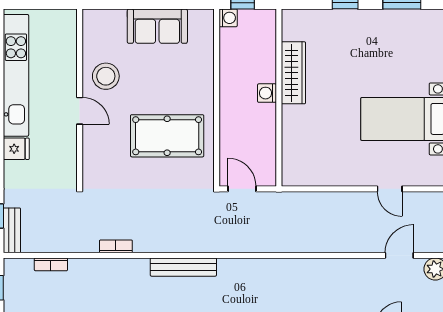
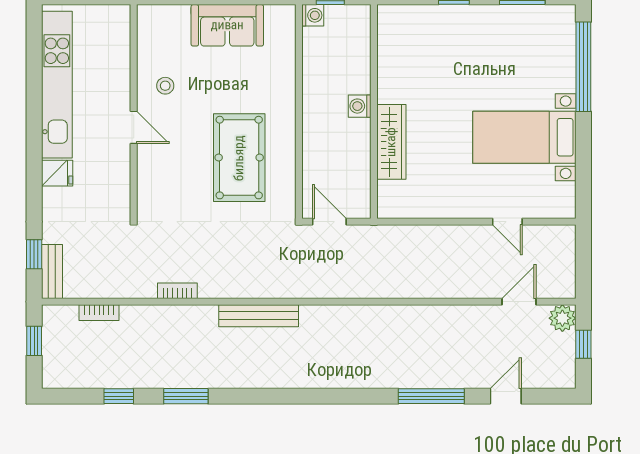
wardrobe: (293, 73) -> (391, 142), moved
stool: (106, 76) -> (165, 86), width x0.53, depth x0.53
pool table: (167, 136) -> (239, 158), turned 90

